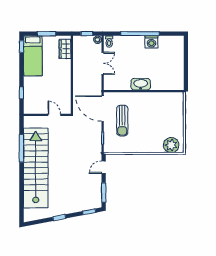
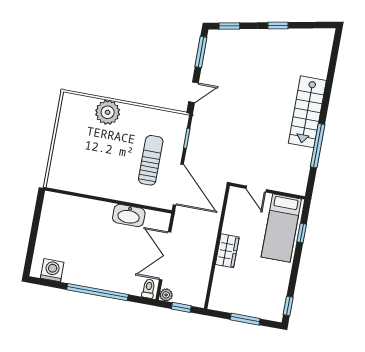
washing machine: (151, 42) -> (52, 270), moved
wardrobe: (65, 49) -> (227, 251), moved
bed: (33, 56) -> (281, 228), moved, turned 180
double door: (103, 63) -> (165, 256), width x1.37
washbasin: (141, 84) -> (129, 215), moved
plant: (171, 145) -> (108, 112), moved
stairs: (36, 168) -> (307, 112), width x0.54, depth x0.66

